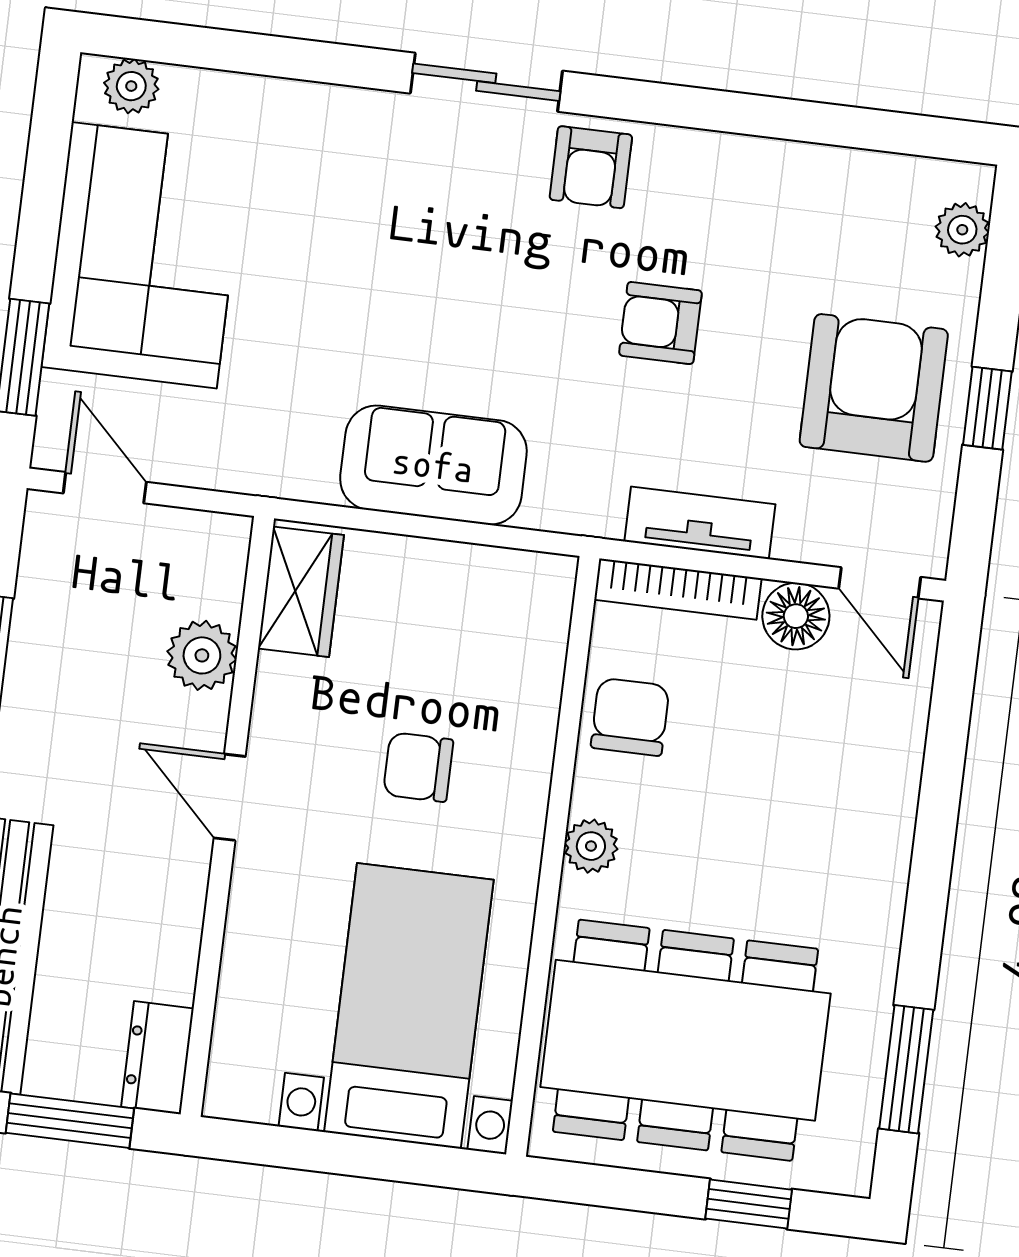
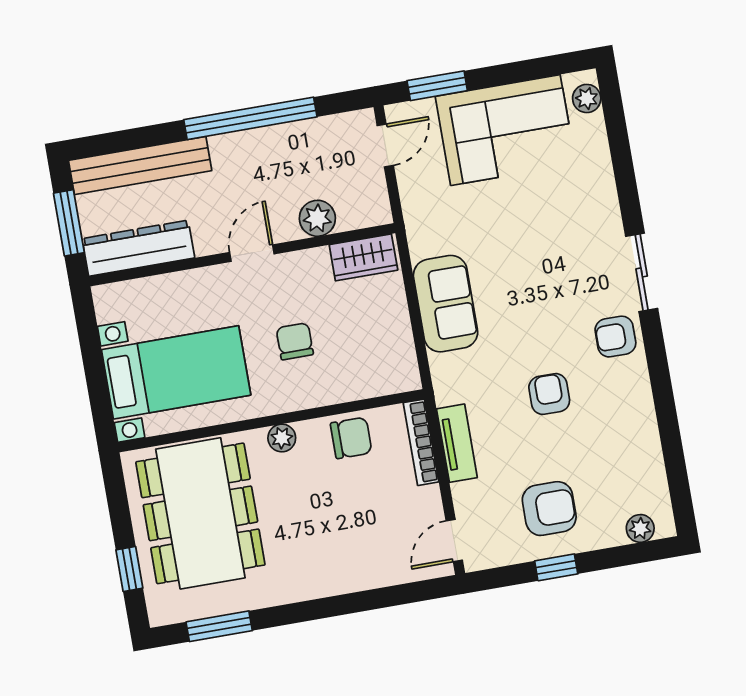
armchair: (874, 388) -> (549, 509), width x0.73, depth x0.73
floor lamp: (796, 616) -> (425, 504), removed
dresser: (158, 1058) -> (138, 248), width x1.96, depth x1.24

